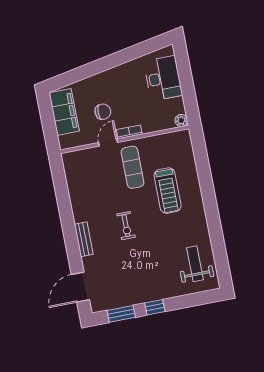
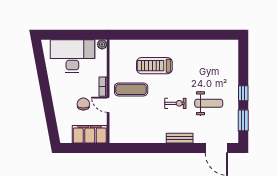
desk: (163, 78) -> (72, 56), width x1.36, depth x1.30
filing cabinet: (64, 112) -> (90, 134), moved
treadmill: (168, 191) -> (154, 66), turned 180
weight bench: (195, 264) -> (209, 103), moved, turned 180

